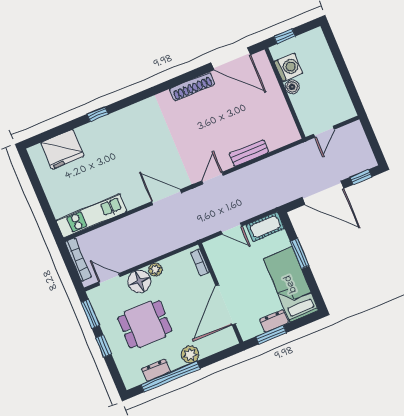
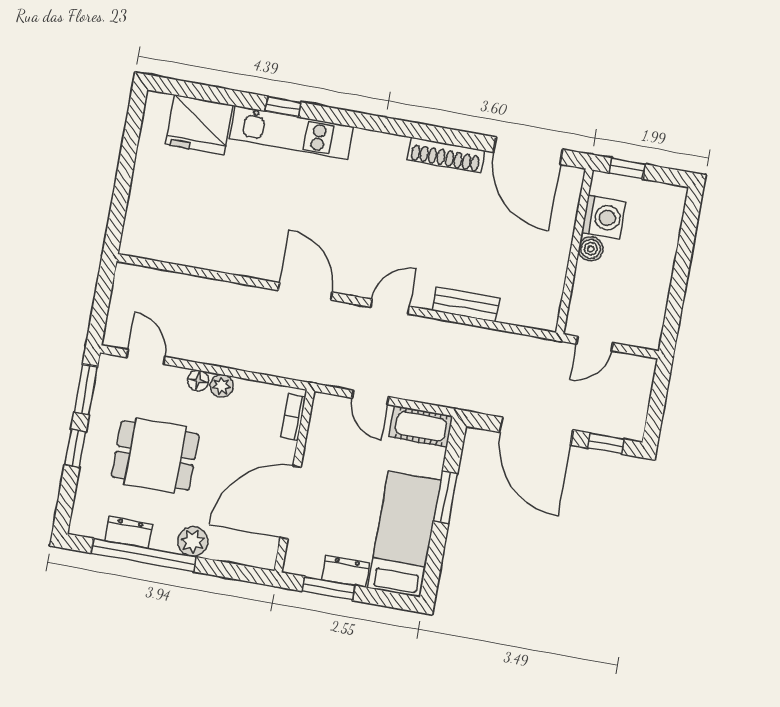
kitchen unit: (91, 216) -> (292, 133), moved, turned 180
bookcase: (78, 260) -> (119, 299), removed
floor lamp: (139, 281) -> (198, 381), width x0.53, depth x0.53

